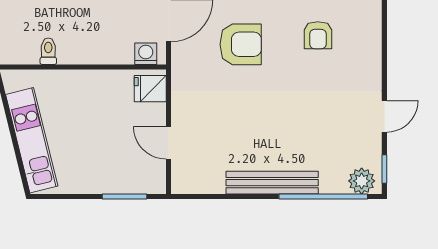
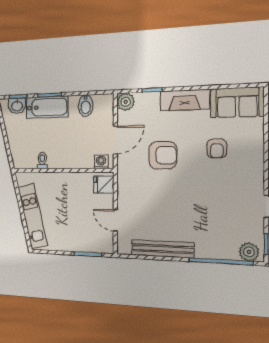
bench: (272, 183) -> (162, 249), moved

